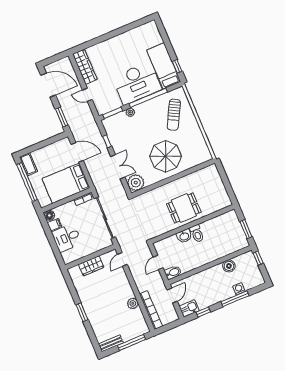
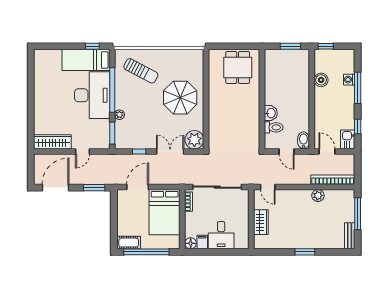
dining table: (184, 208) -> (238, 67), moved
toilet: (197, 233) -> (274, 127), moved

